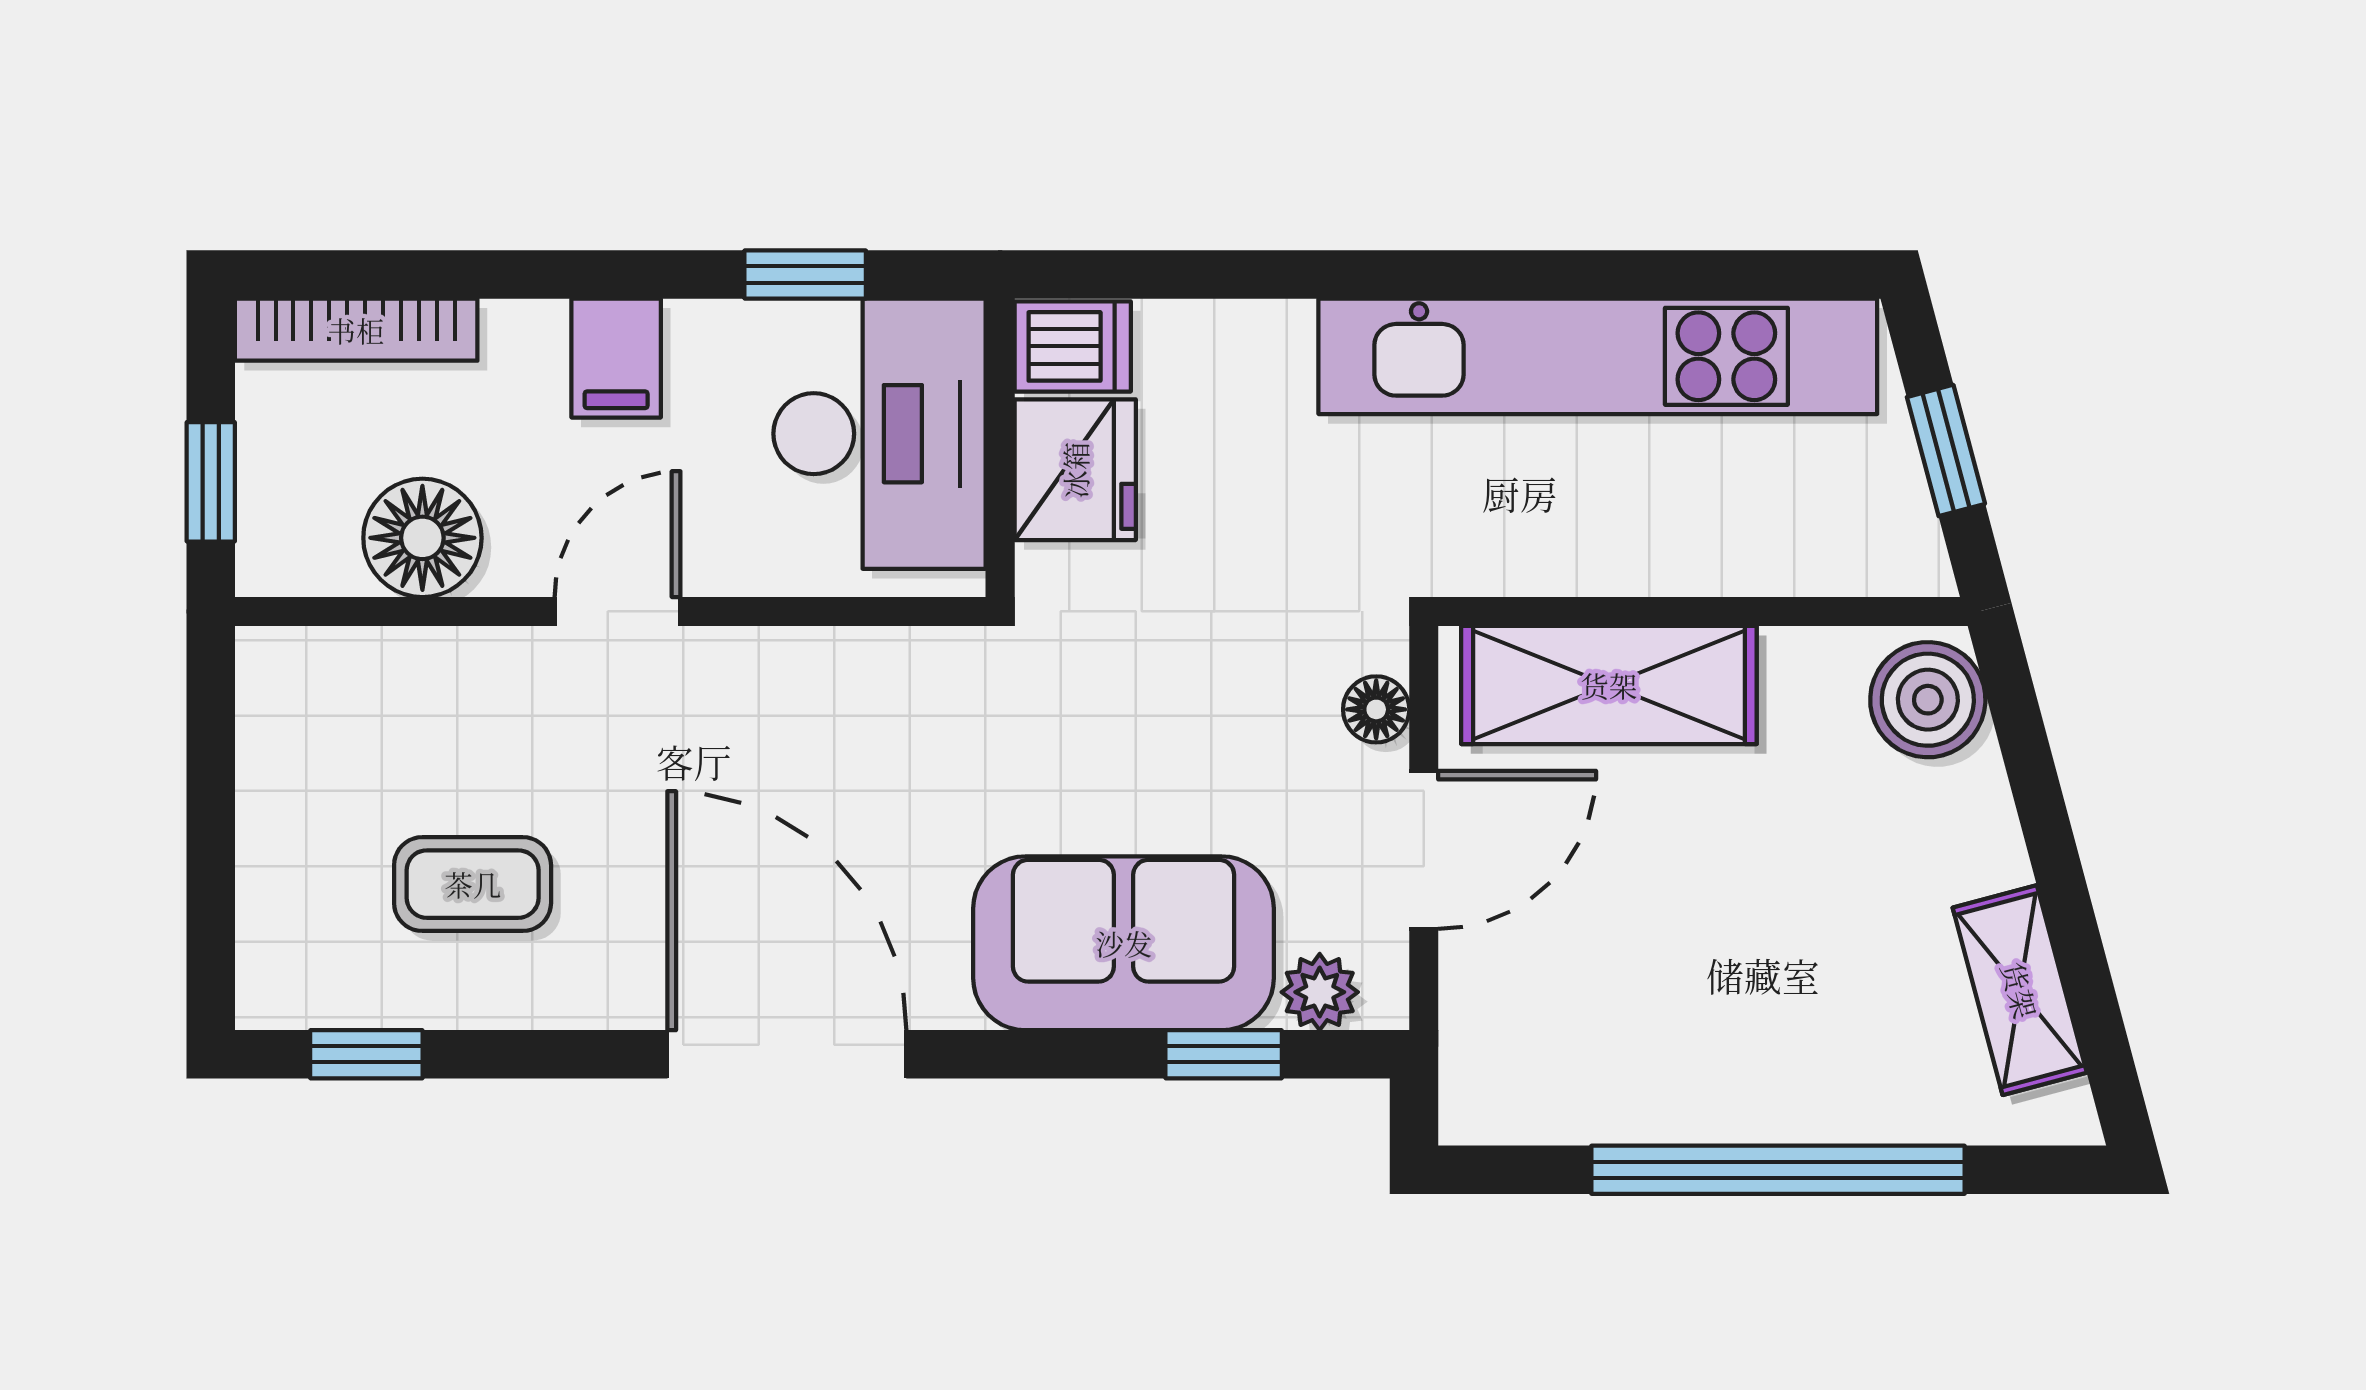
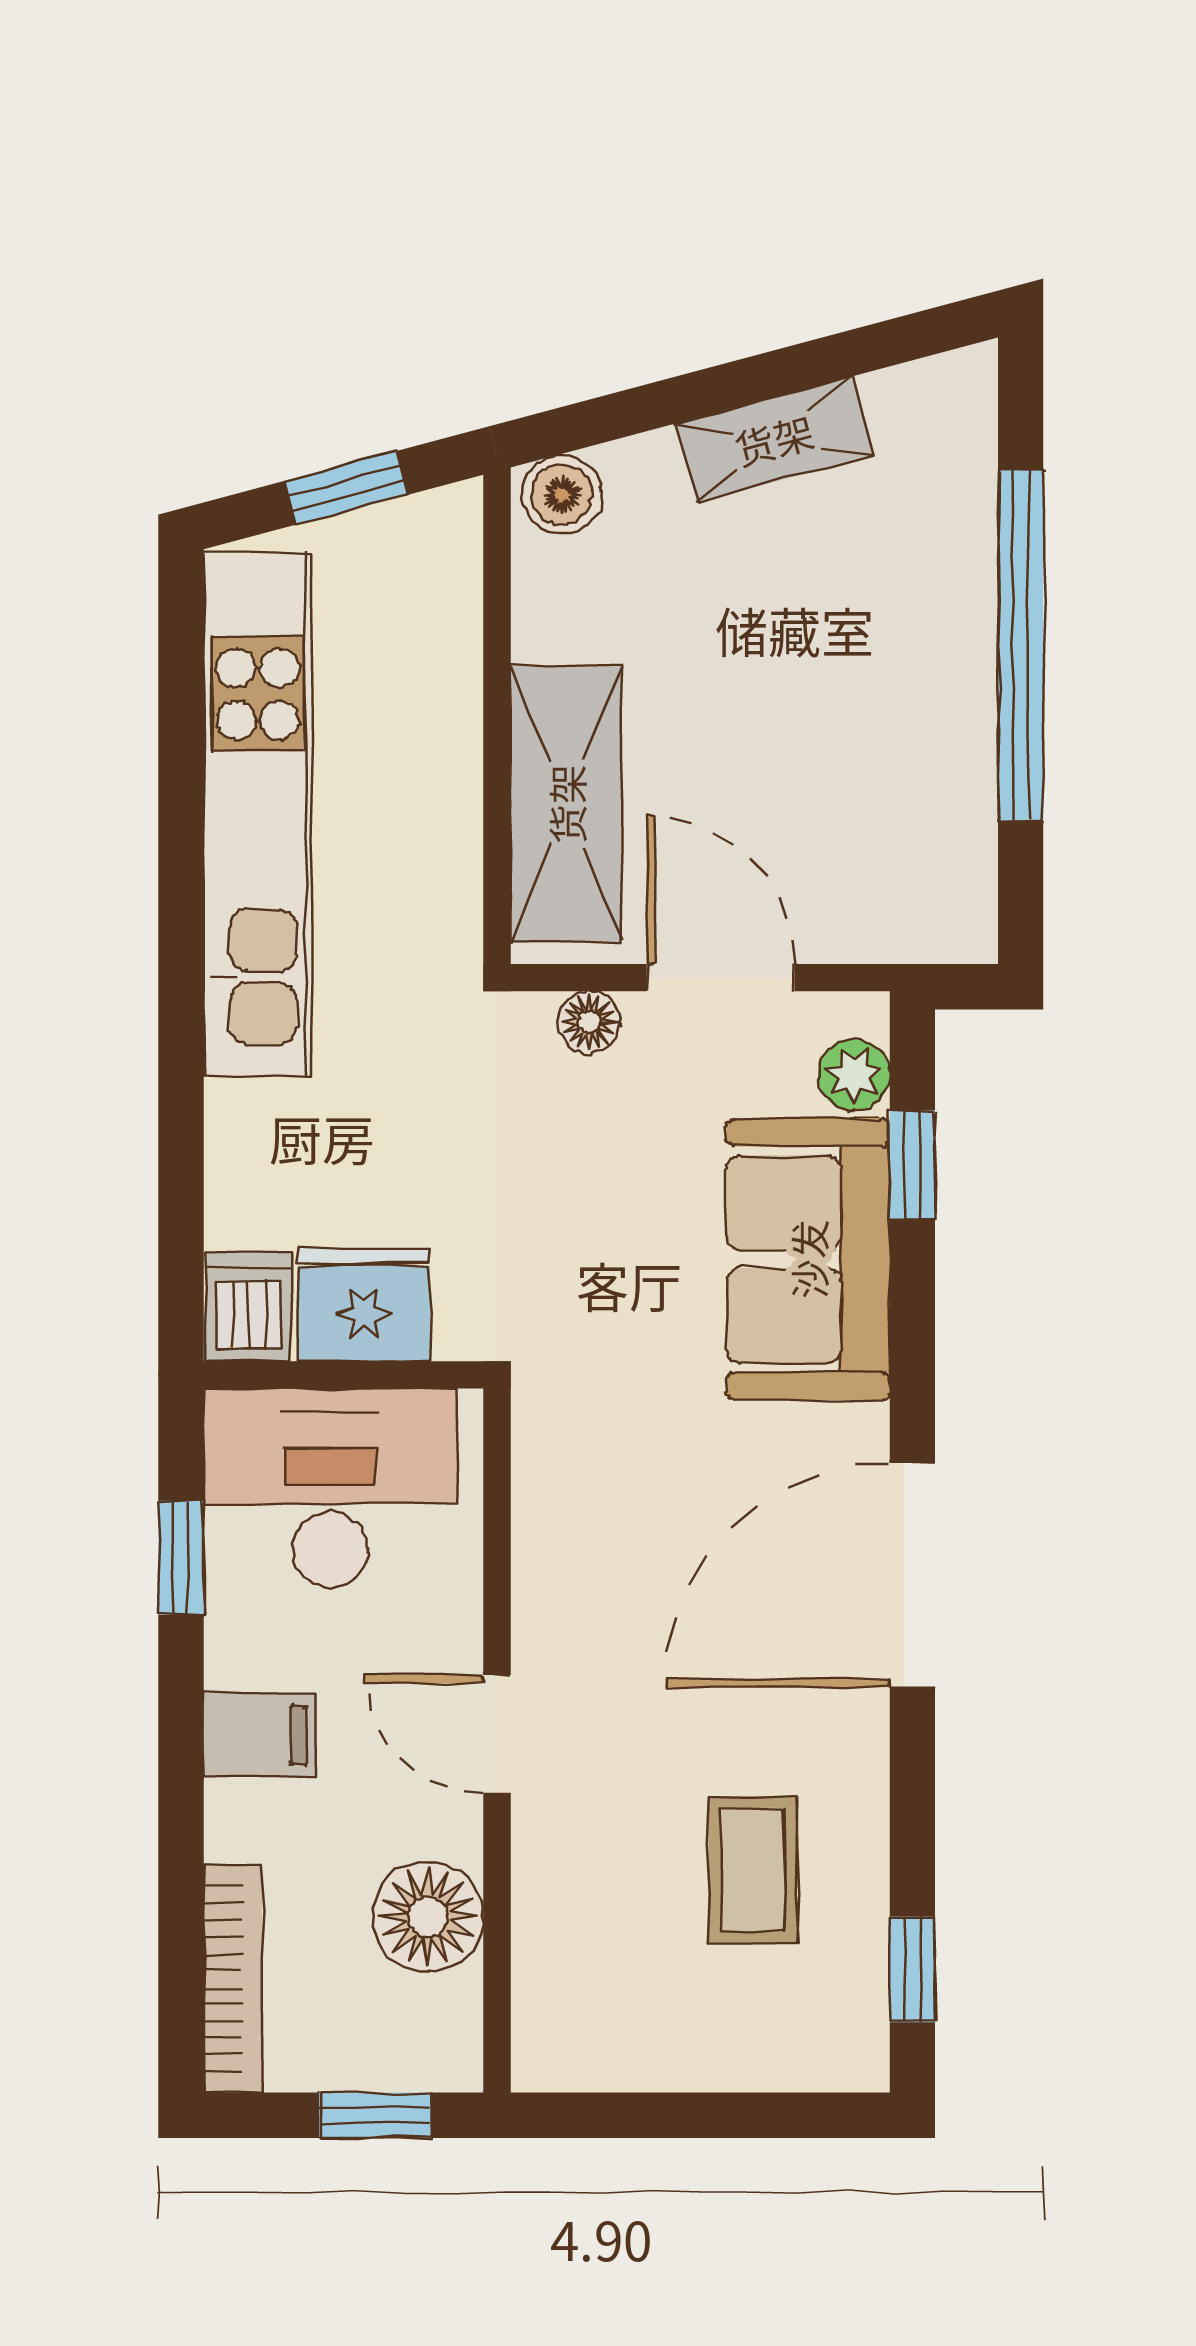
boiler: (1928, 700) -> (562, 495), width x0.73, depth x0.73
shelving: (2020, 990) -> (774, 439), moved

